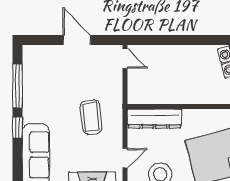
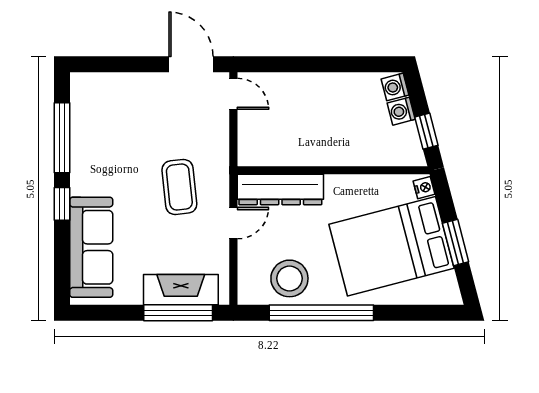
door: (77, 40) -> (191, 64), moved
door: (125, 158) -> (233, 223), moved

